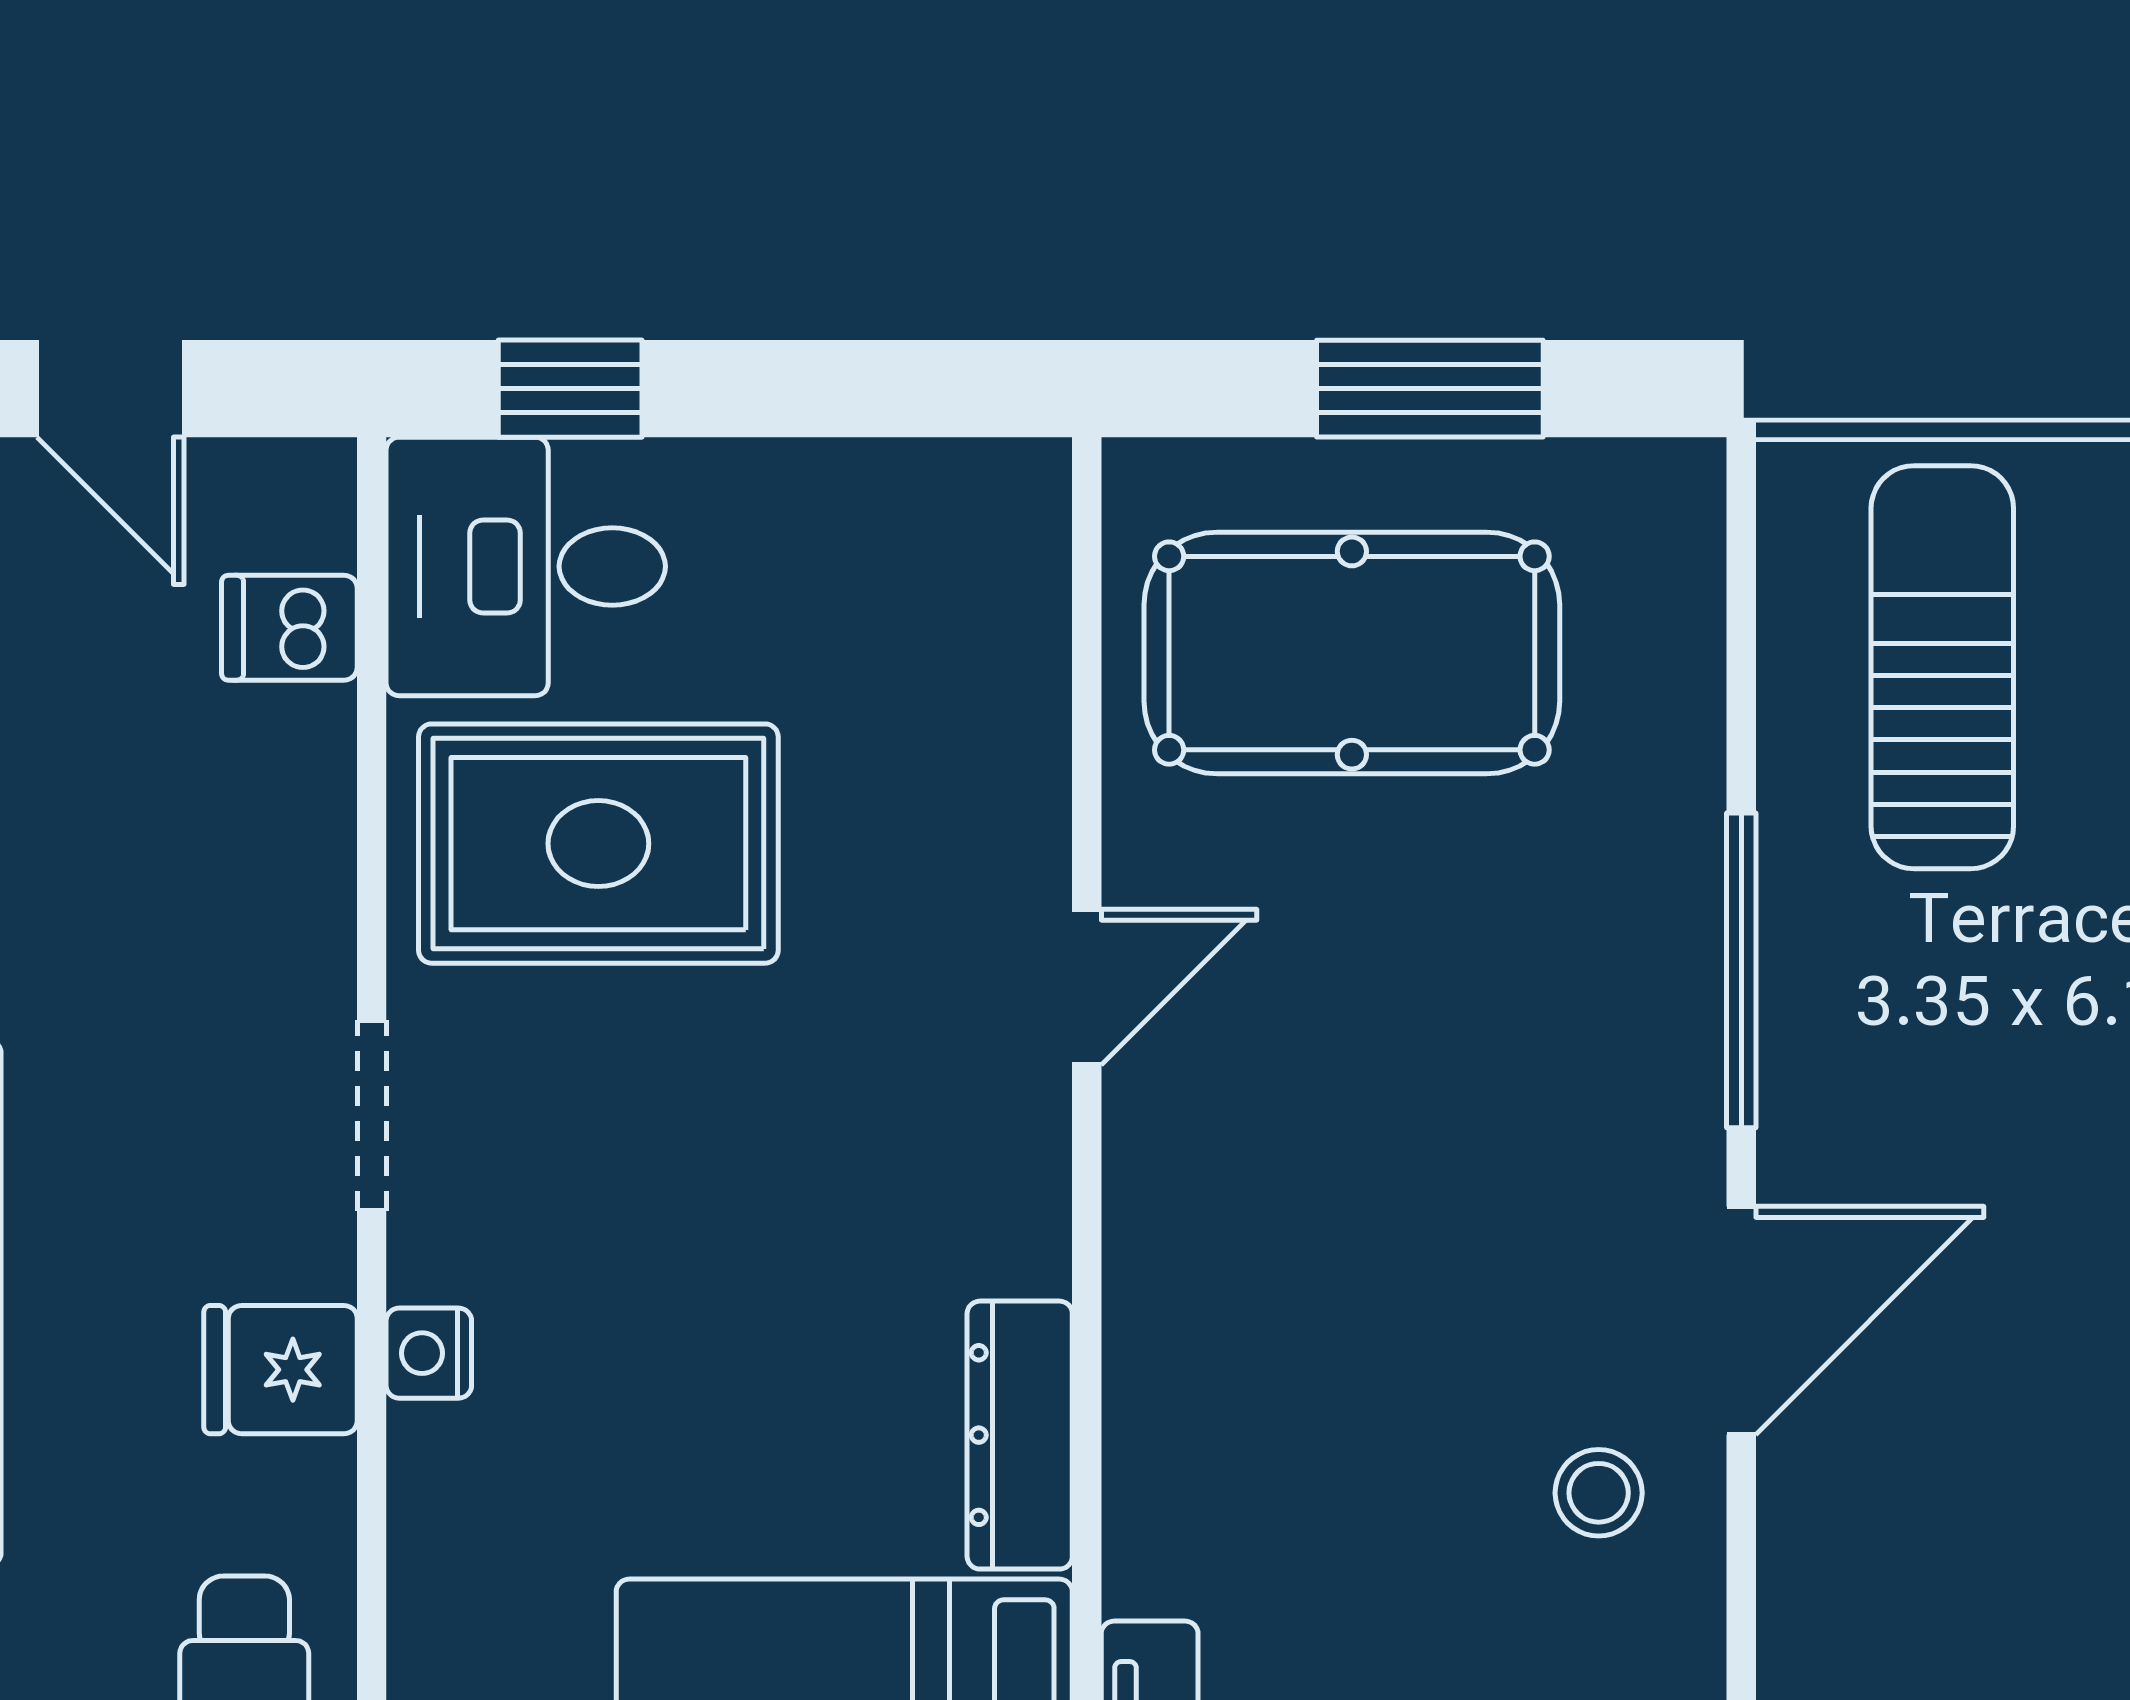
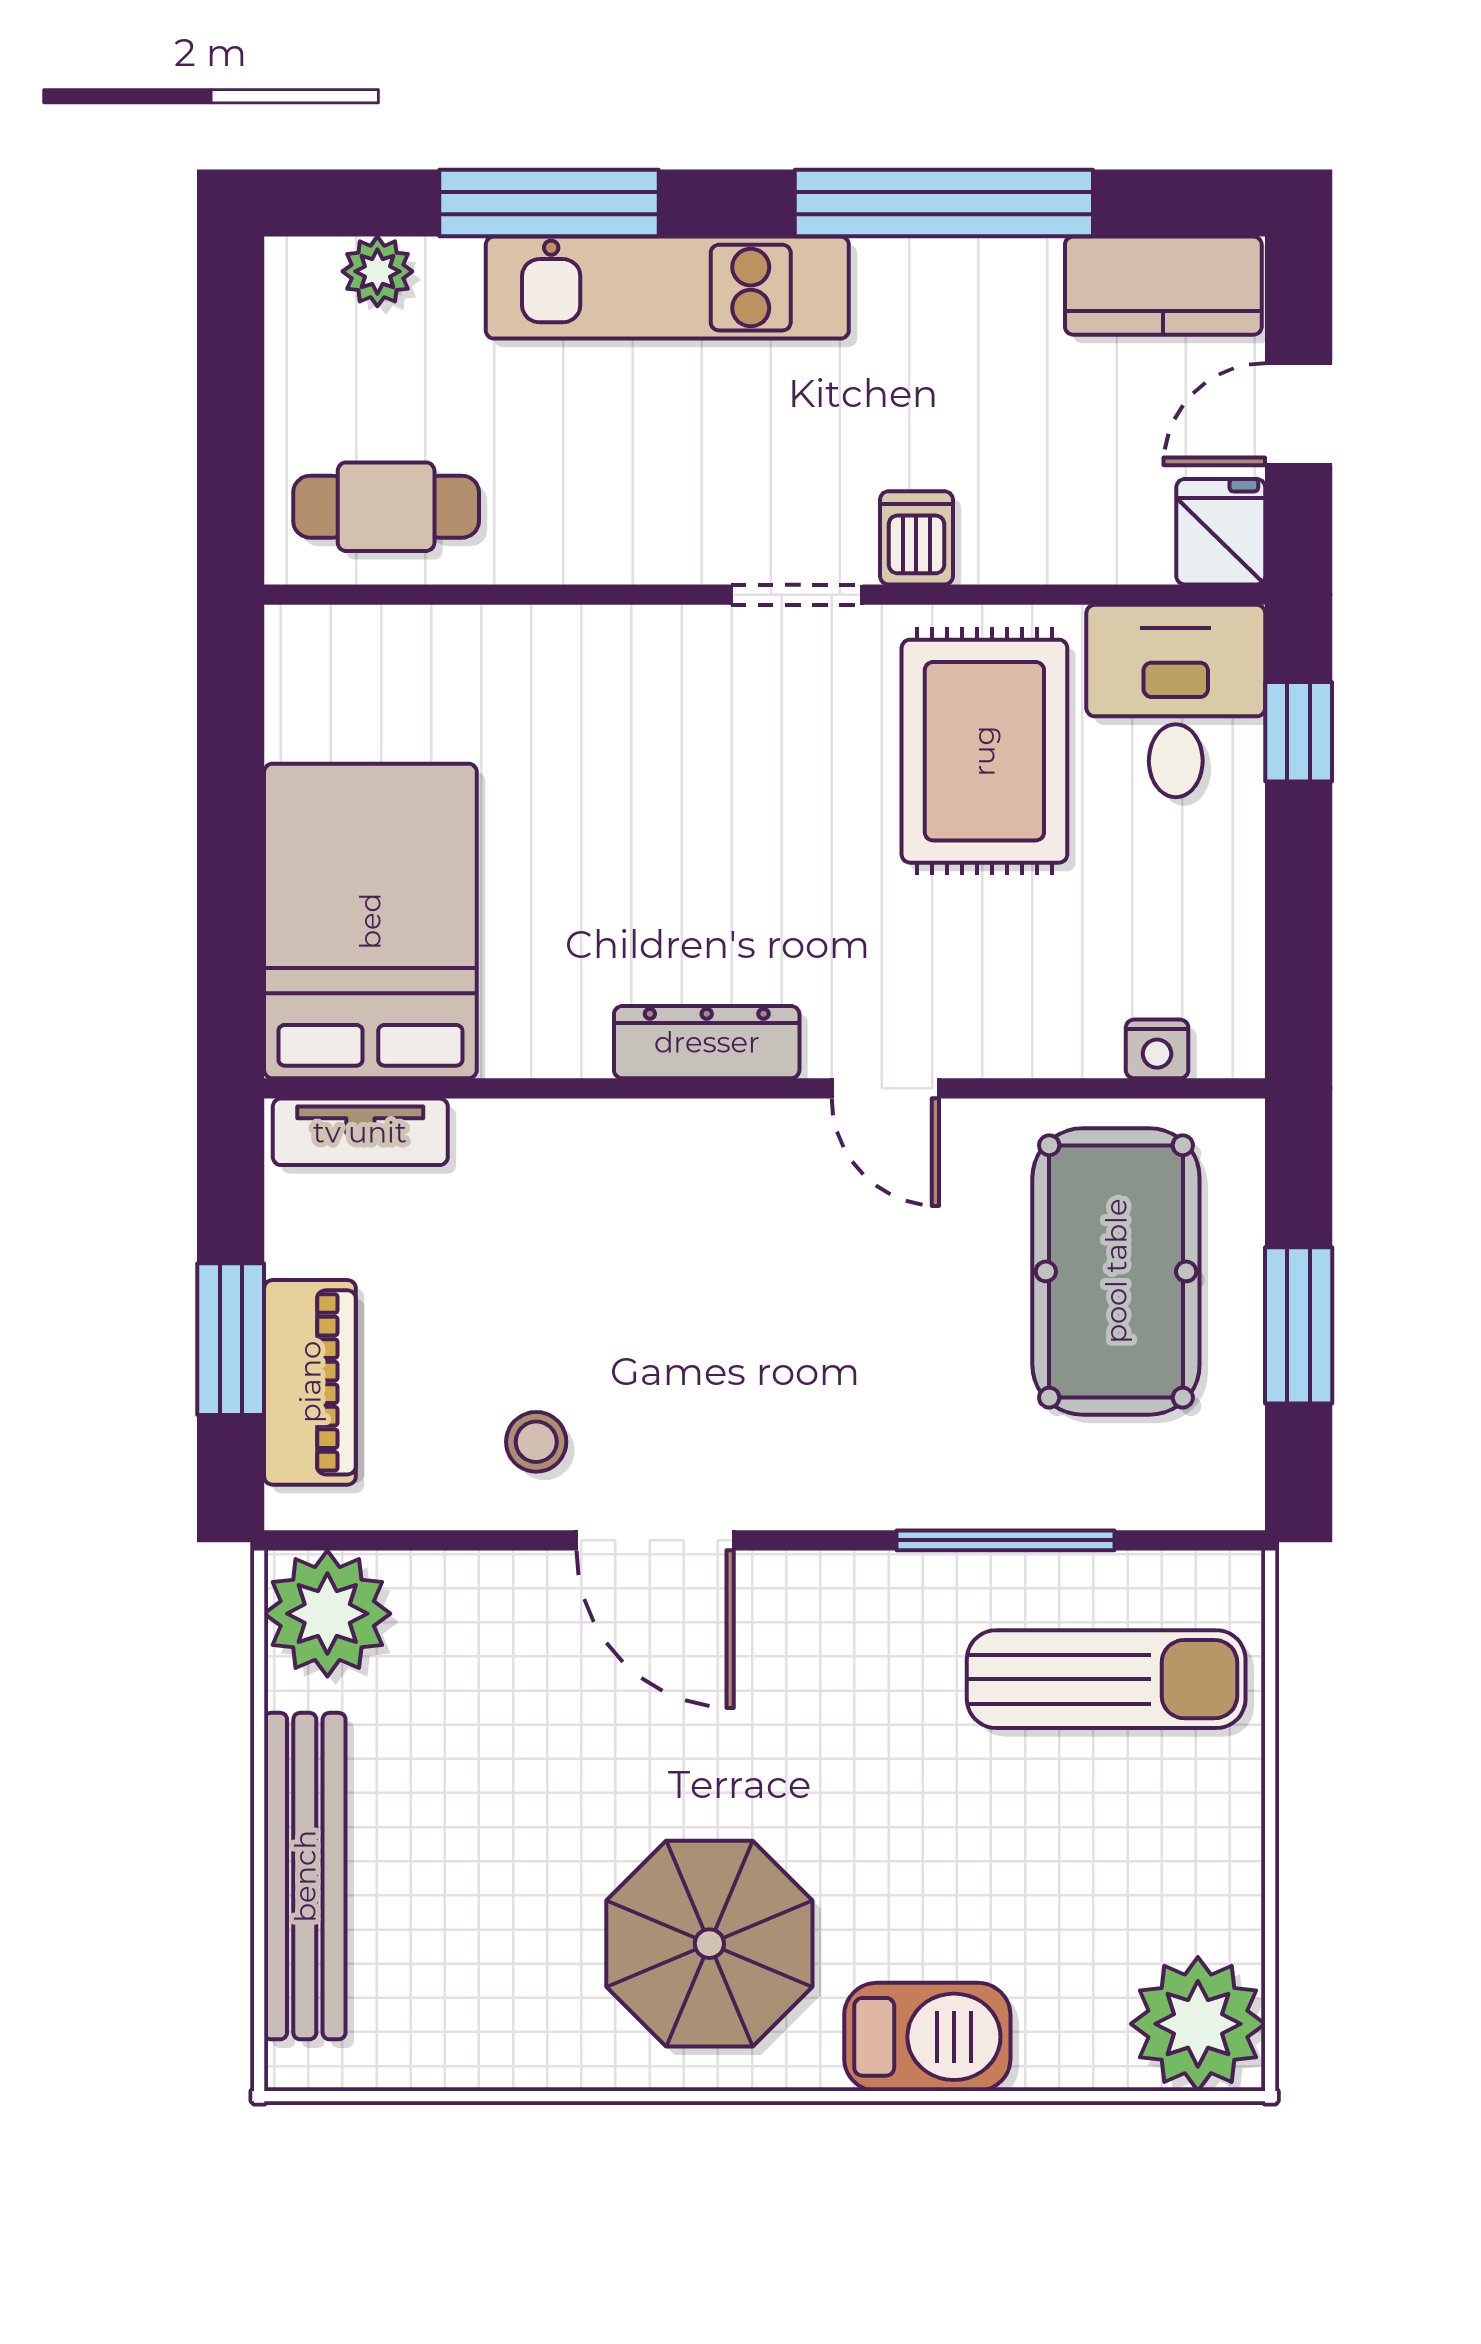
dishwasher: (289, 628) -> (916, 538), moved
window: (1741, 970) -> (1006, 1540), moved
nightstand: (429, 1353) -> (1157, 1049), moved, turned 180
fridge: (281, 1370) -> (1221, 532), moved
dresser: (1020, 1435) -> (707, 1042), moved

